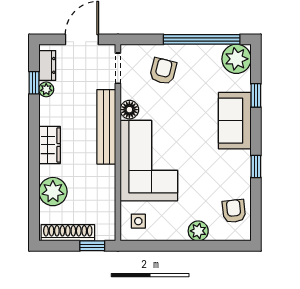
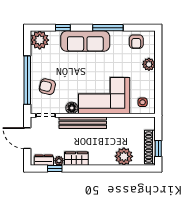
window: (202, 39) -> (27, 80), moved
sofa: (235, 121) -> (85, 41), width x1.36
wardrobe: (50, 145) -> (76, 159), moved
window: (256, 167) -> (108, 28), width x2.17
armchair: (234, 211) -> (136, 42), turned -84
window: (92, 246) -> (158, 149), moved

